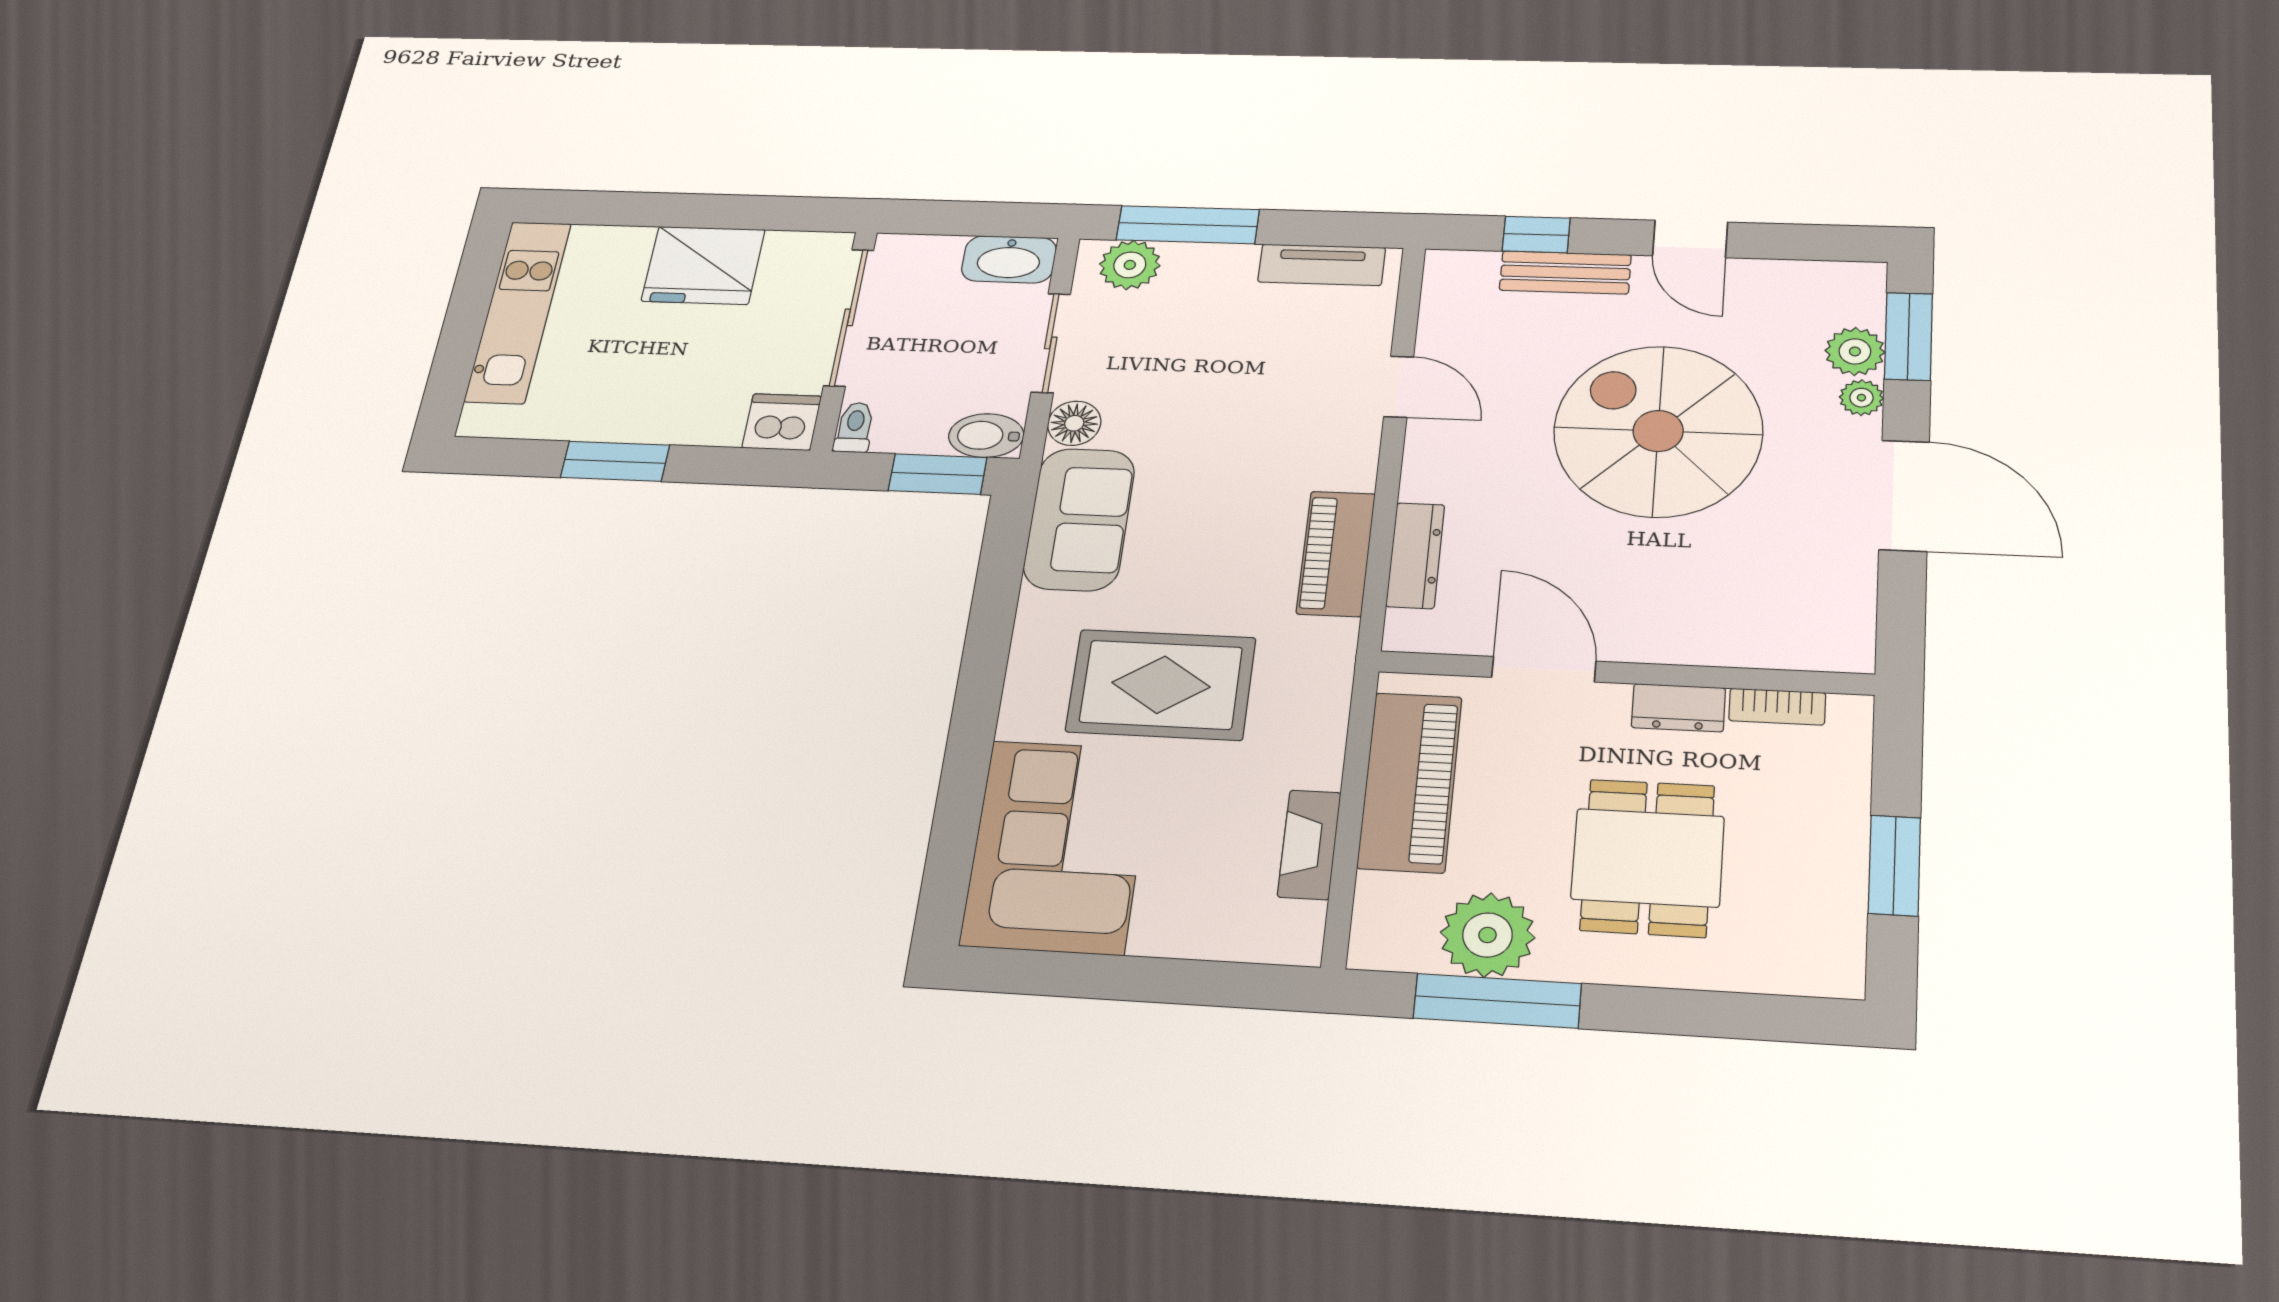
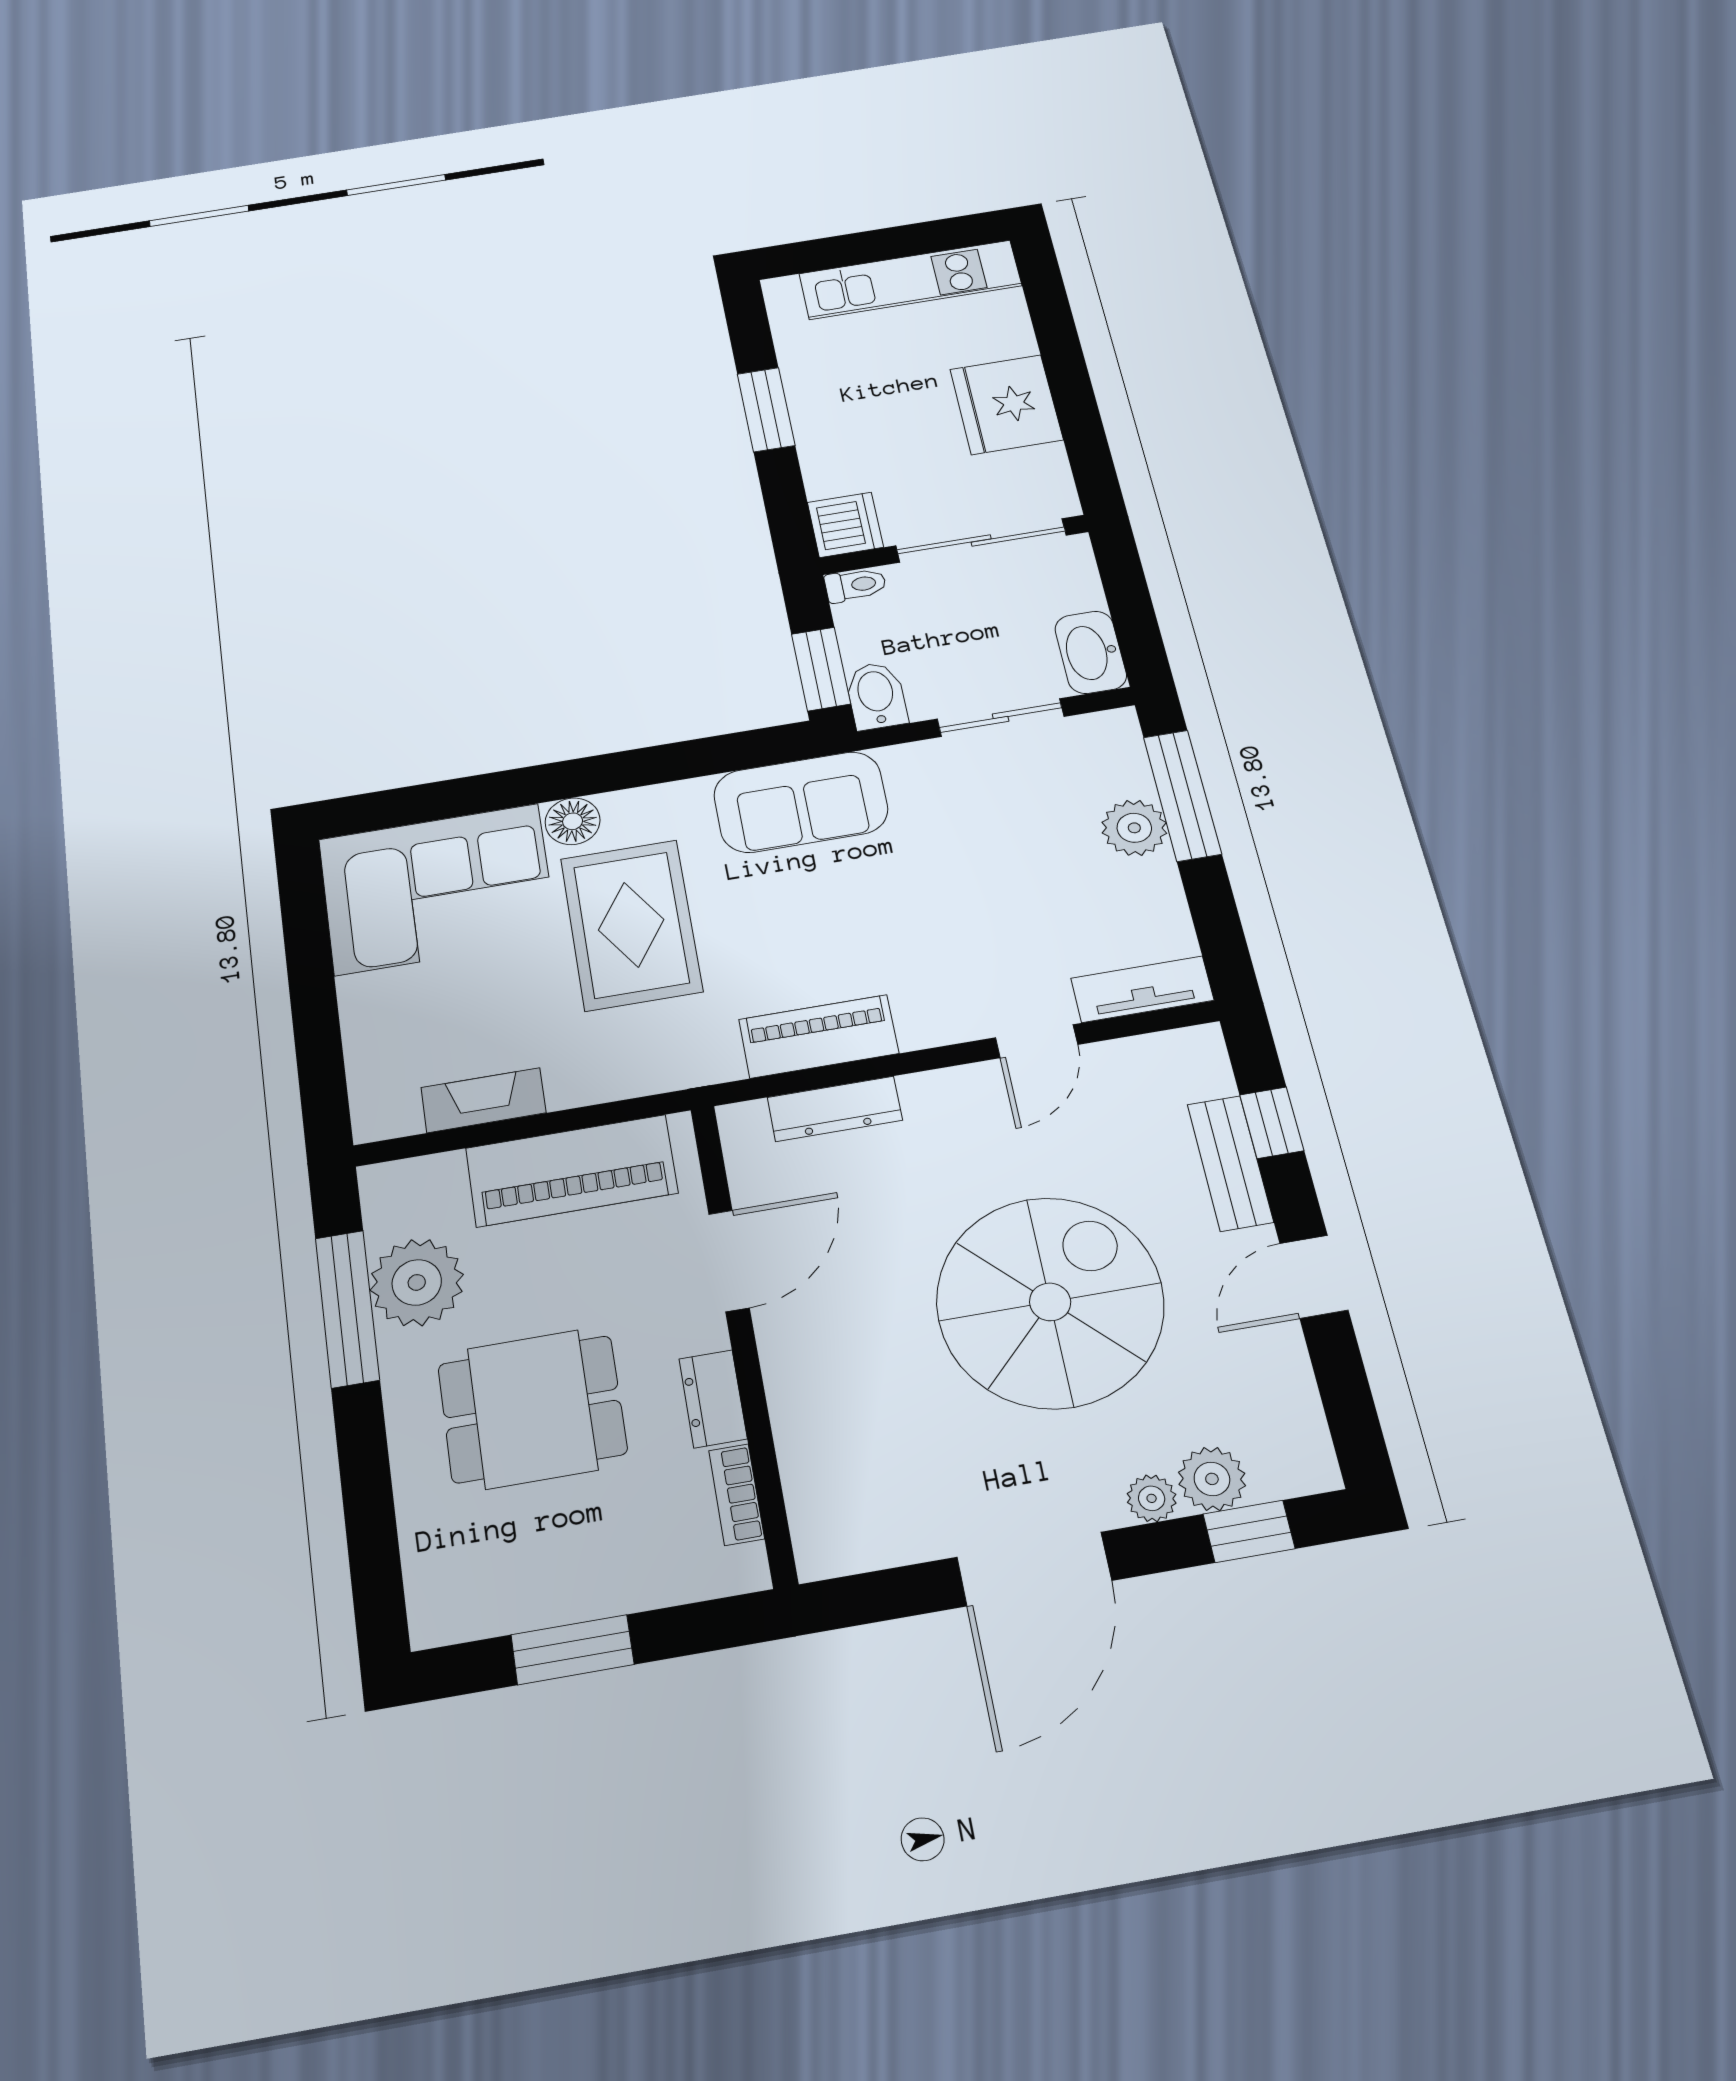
plant: (1130, 265) -> (1134, 828), moved
tv unit: (1322, 265) -> (1142, 989), moved, turned 90
window: (1908, 336) -> (1249, 1531), width x0.67
floor lamp: (1074, 423) -> (573, 821), moved

